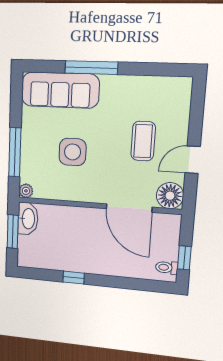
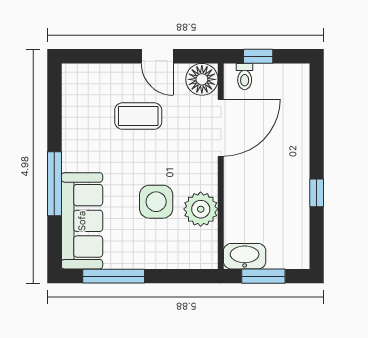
window: (15, 152) -> (114, 276), moved
plant: (26, 191) -> (201, 209), moved, width x1.88, depth x1.88
window: (184, 258) -> (258, 56), moved
toilet: (167, 268) -> (245, 77), moved

